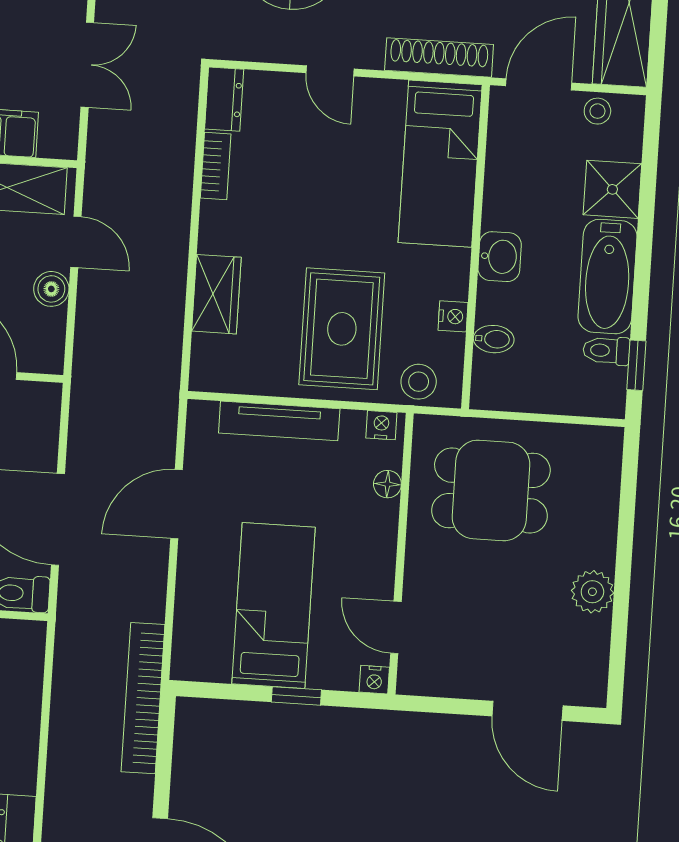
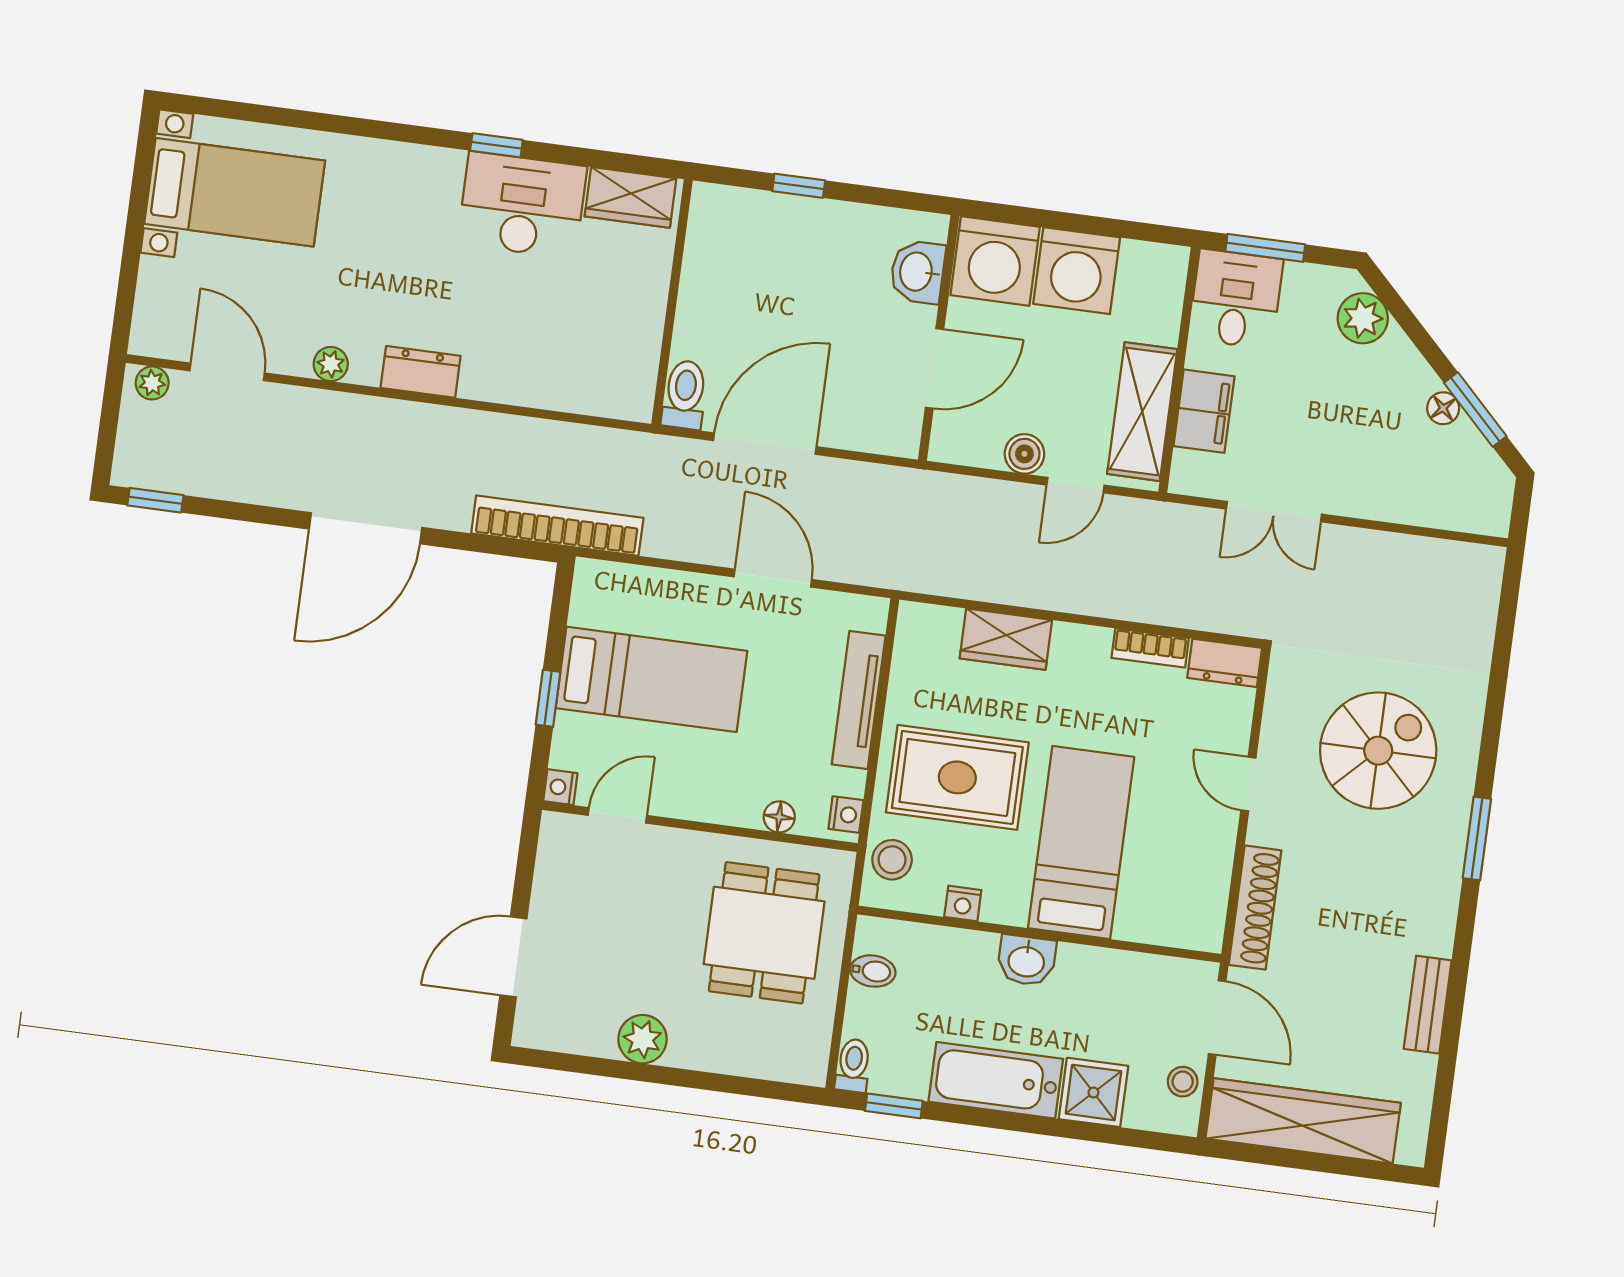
door: (330, 71) -> (1248, 784), hinge flipped
bed: (440, 164) -> (1081, 842), moved, turned 90
bidet: (494, 339) -> (873, 971), moved, turned -90
toilet: (606, 351) -> (853, 1065), moved

